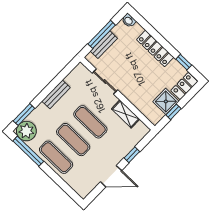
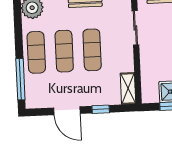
shelving: (126, 114) -> (128, 88), moved
window: (28, 151) -> (20, 79), moved

